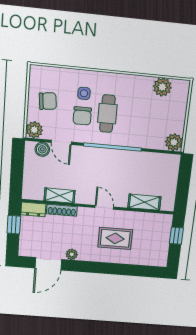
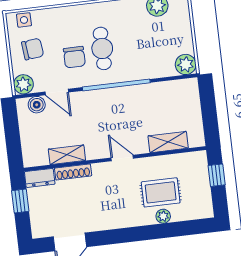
side table: (84, 93) -> (24, 20), moved
rug: (115, 238) -> (161, 192), moved
plant: (72, 254) -> (163, 216), moved

